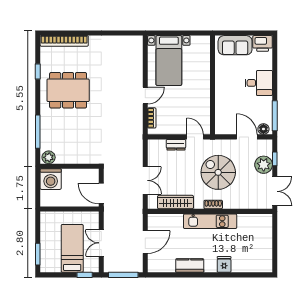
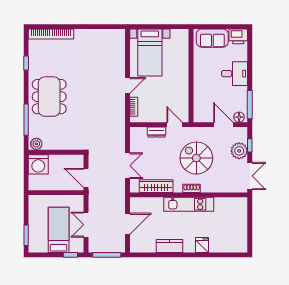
dining table: (68, 90) -> (49, 97), moved, turned 90

